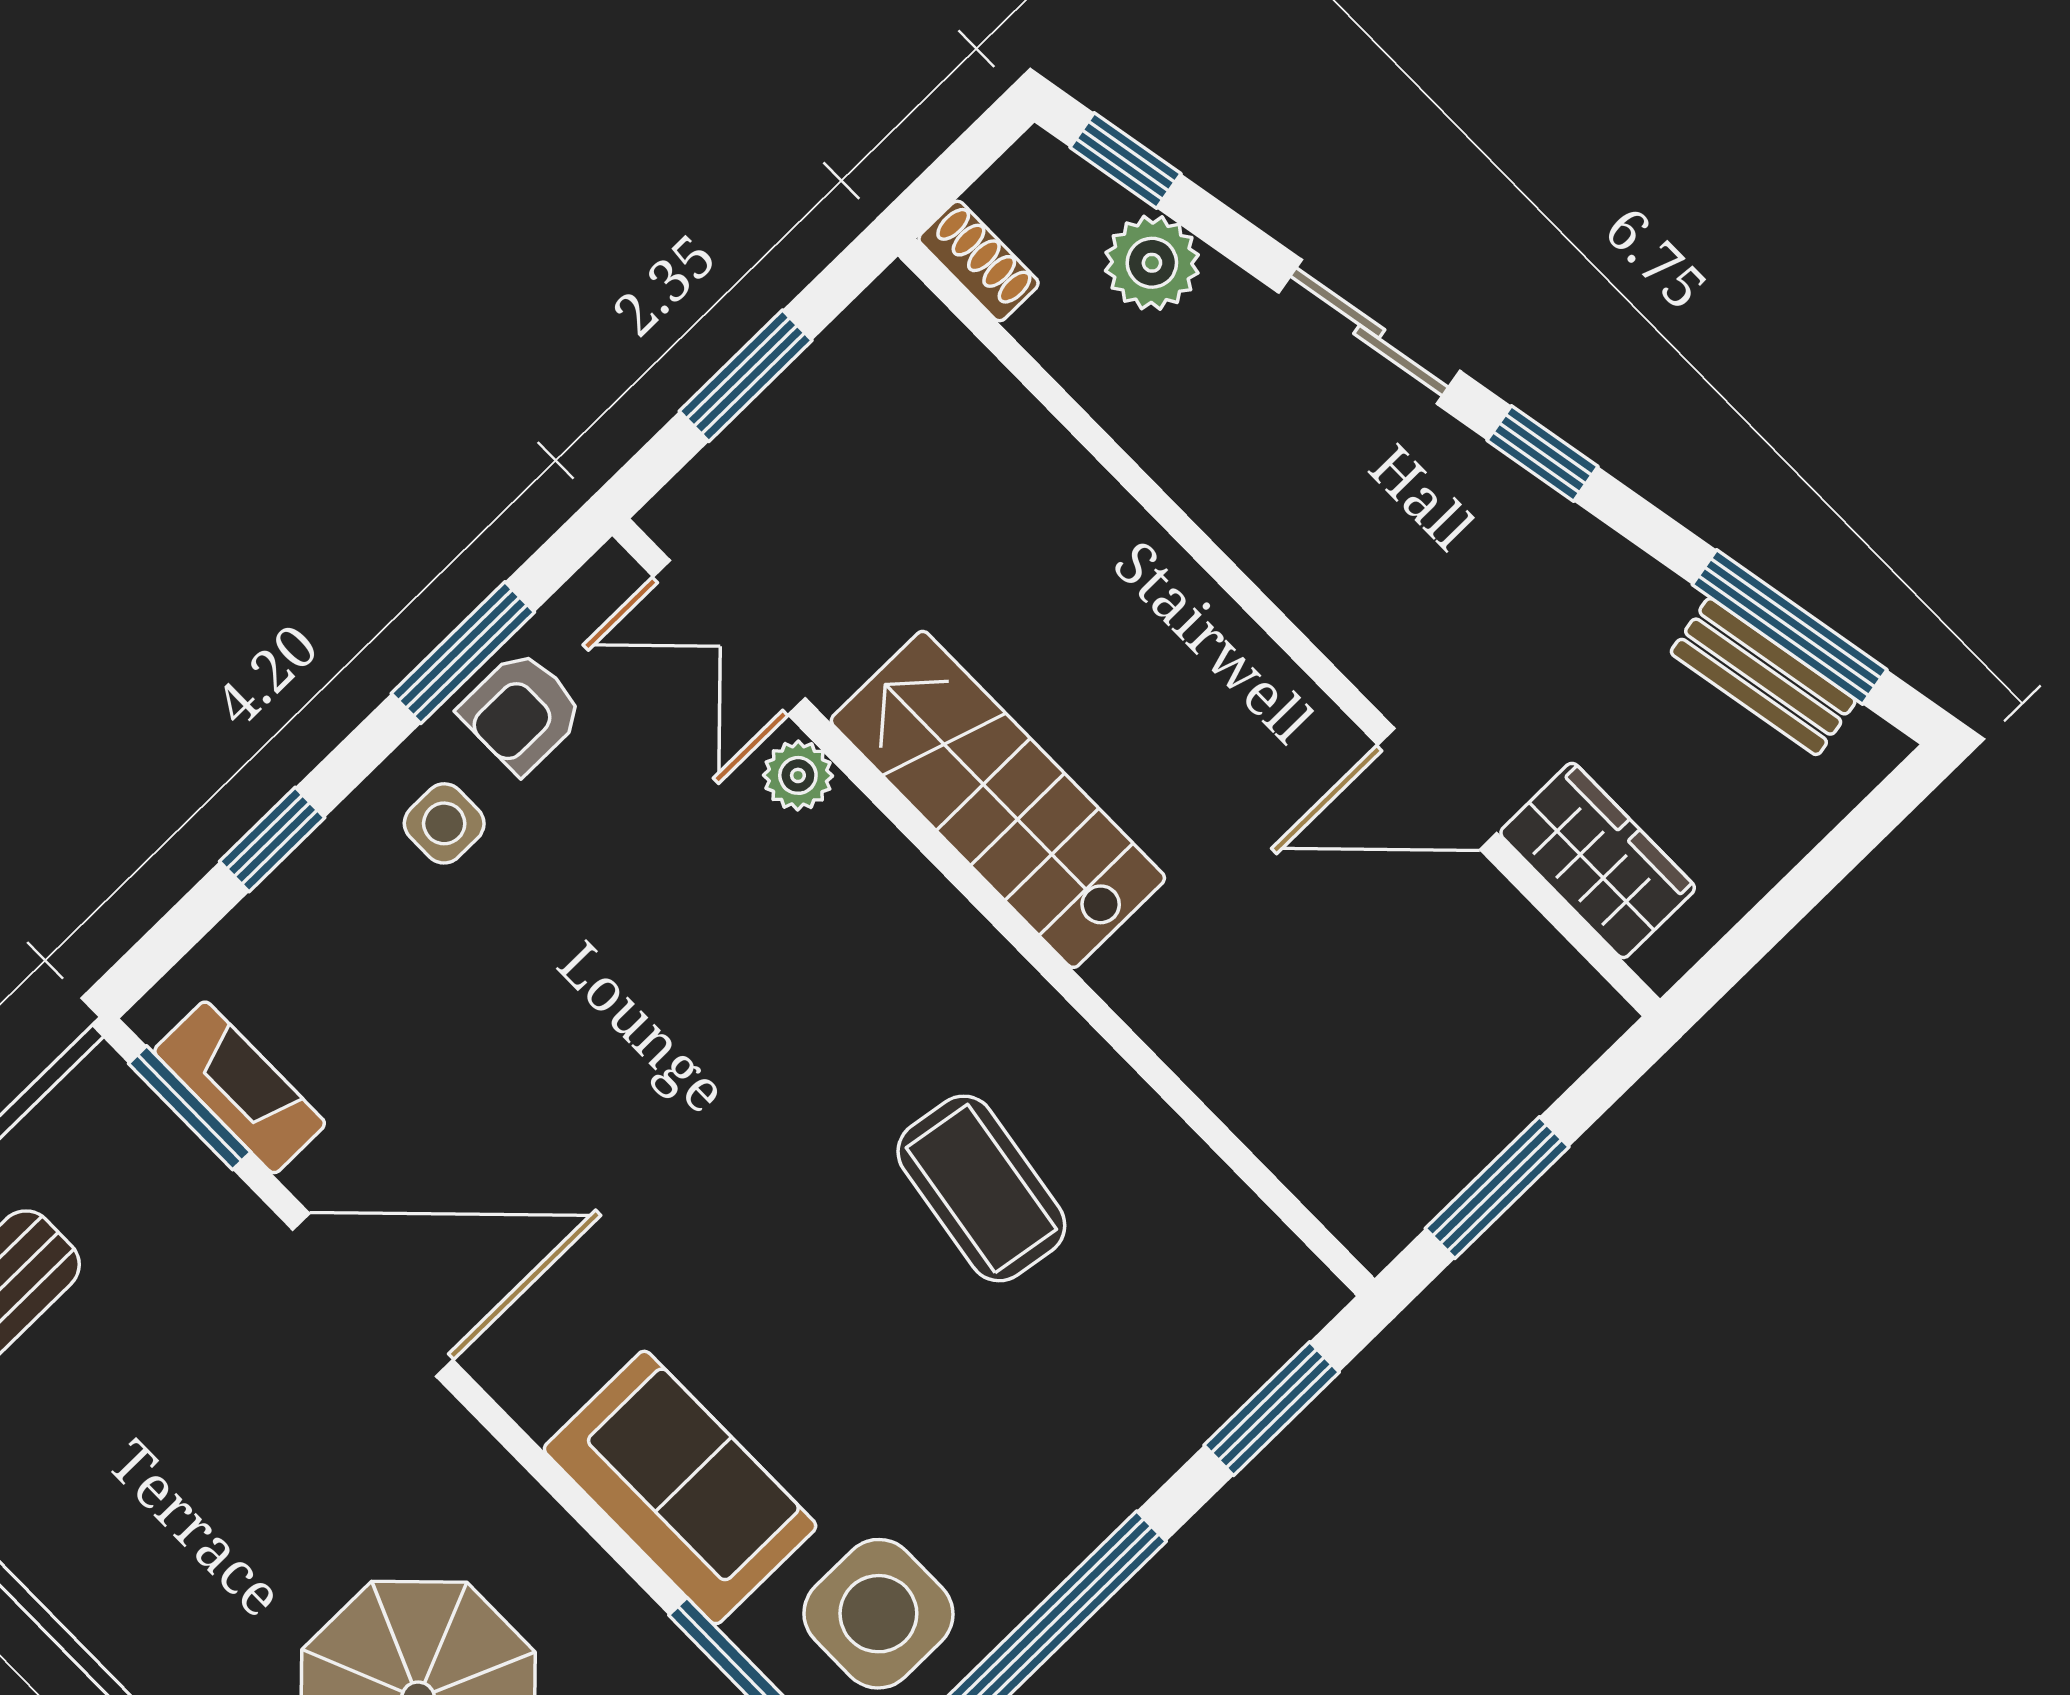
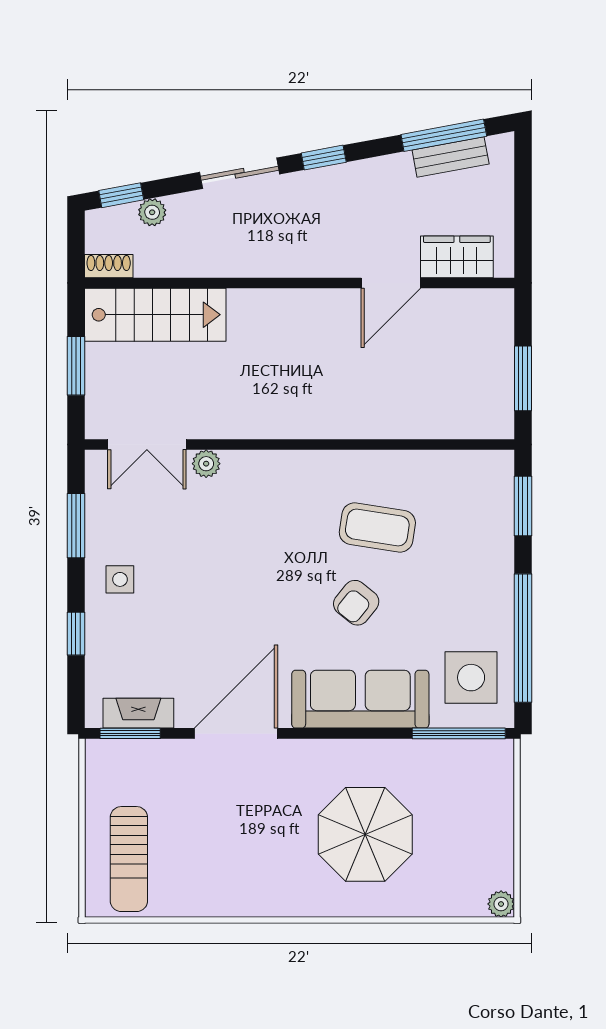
plant: (1152, 263) -> (152, 212), width x0.73, depth x0.73
armchair: (522, 712) -> (356, 603), moved, turned 39
stairs: (998, 799) -> (155, 315), moved, turned 180
sofa: (680, 1487) -> (360, 699), width x1.36

